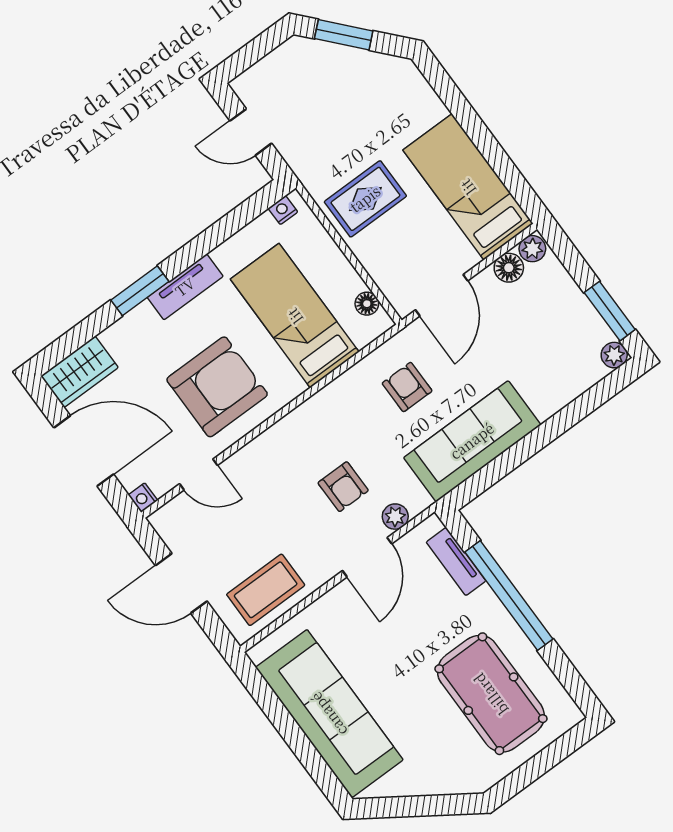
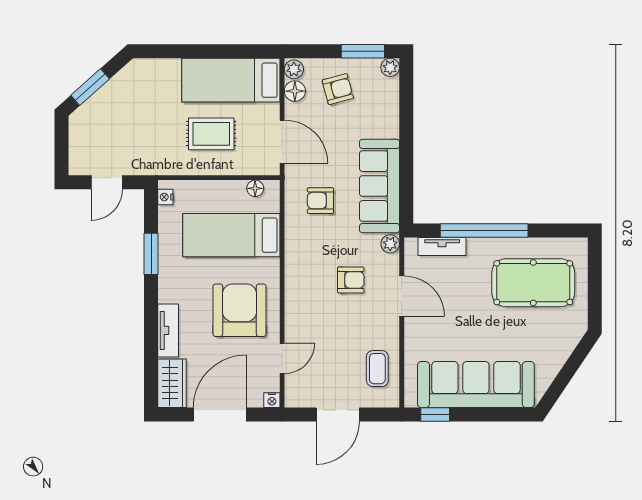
rug: (365, 199) -> (211, 134), moved, turned 90
tv unit: (185, 287) -> (168, 330), moved
window: (140, 291) -> (151, 254), moved
armchair: (547, 314) -> (338, 89), added
plant: (395, 517) -> (390, 244), moved
coffee table: (266, 590) -> (377, 369), width x0.73, depth x0.77
window: (262, 693) -> (435, 415), added

